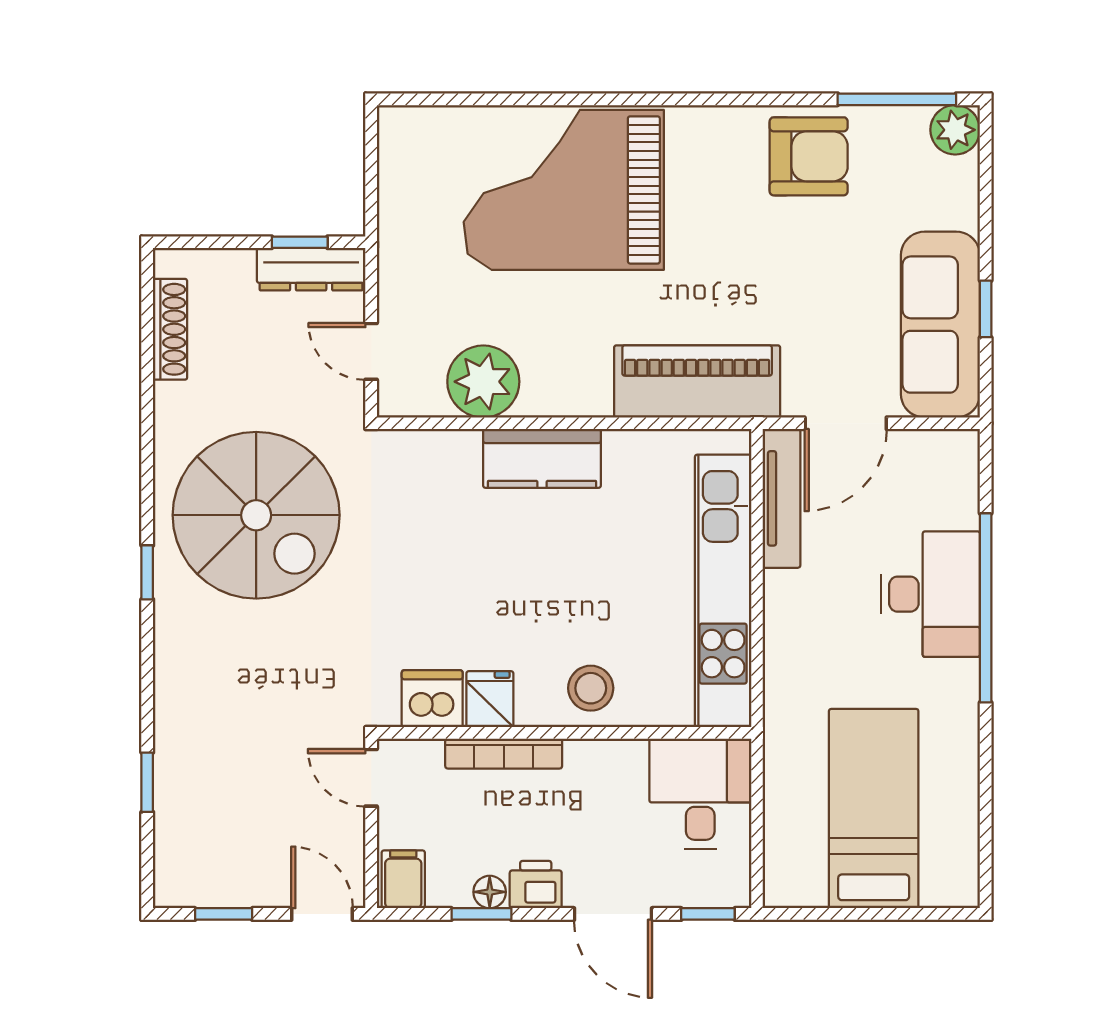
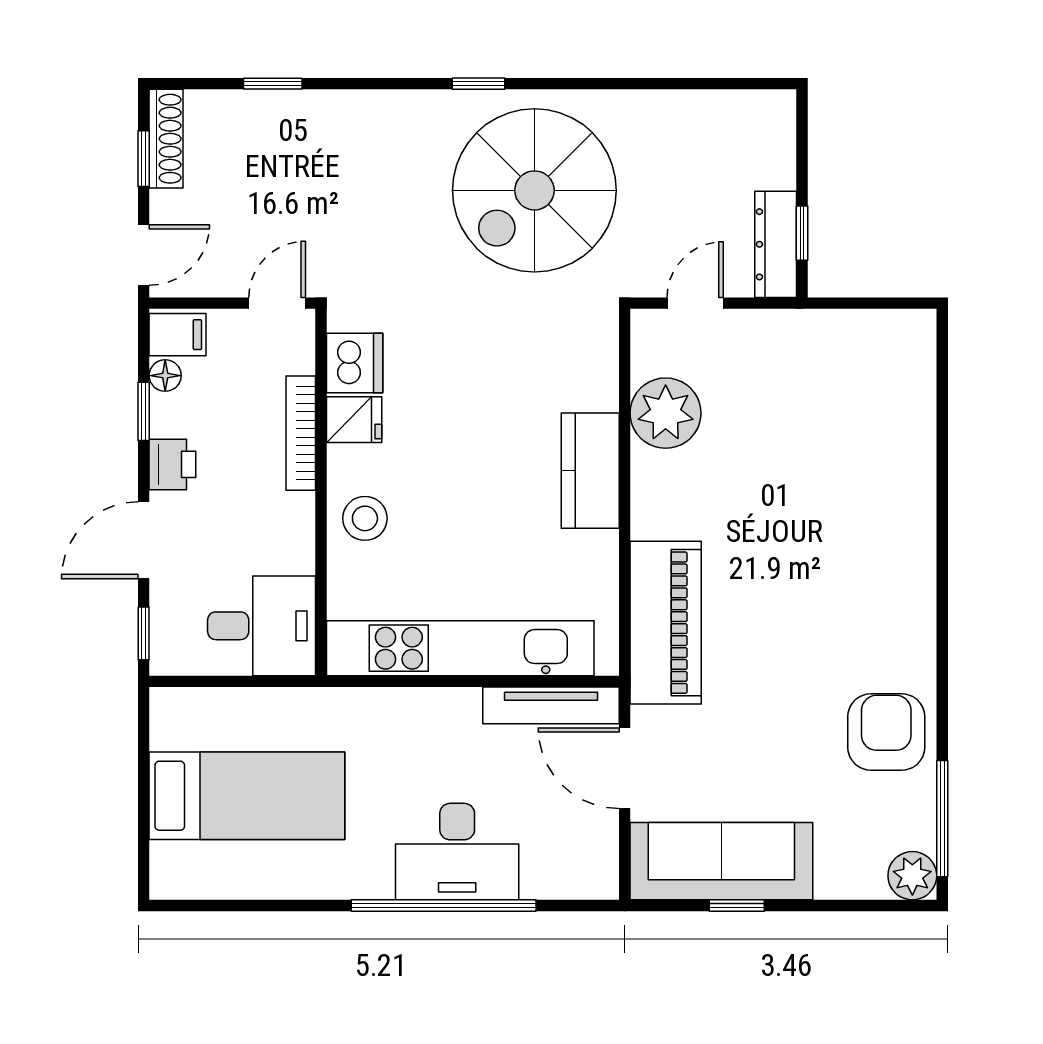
armchair: (809, 156) -> (886, 732), turned 180
grand piano: (564, 190) -> (853, 492), removed
shoe rack: (170, 329) -> (166, 139), moved, turned -90
floor lamp: (490, 892) -> (165, 376), moved

